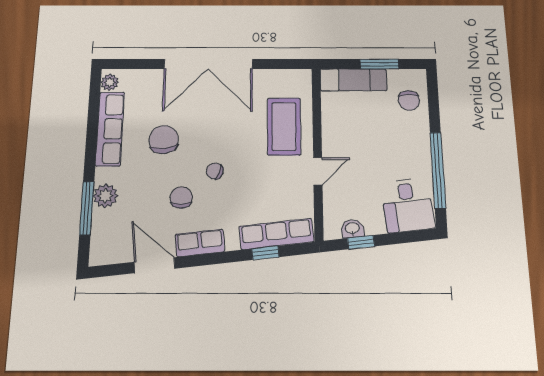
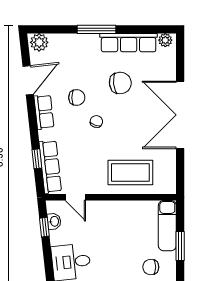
door: (318, 171) -> (75, 197), moved
plant: (105, 196) -> (39, 42), moved
window: (87, 208) -> (97, 29), moved

